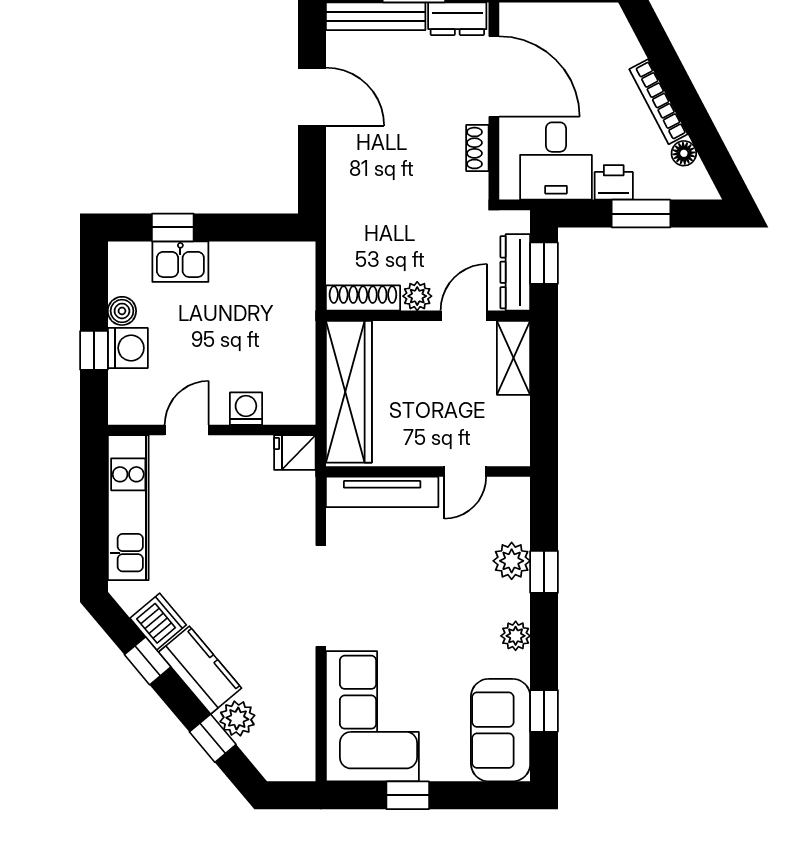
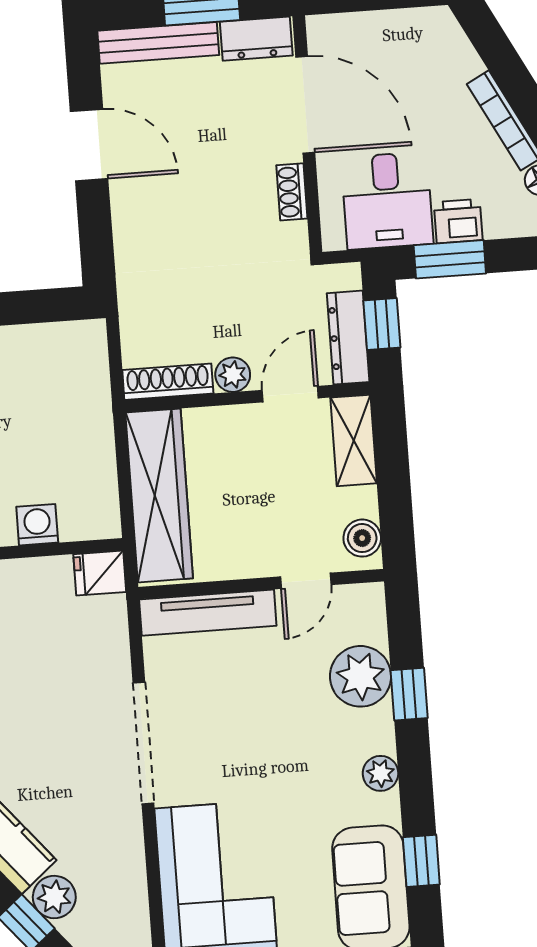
window: (641, 214) -> (450, 259), moved
boiler: (515, 439) -> (362, 538), added
plant: (512, 561) -> (360, 676), width x1.36, depth x1.36

